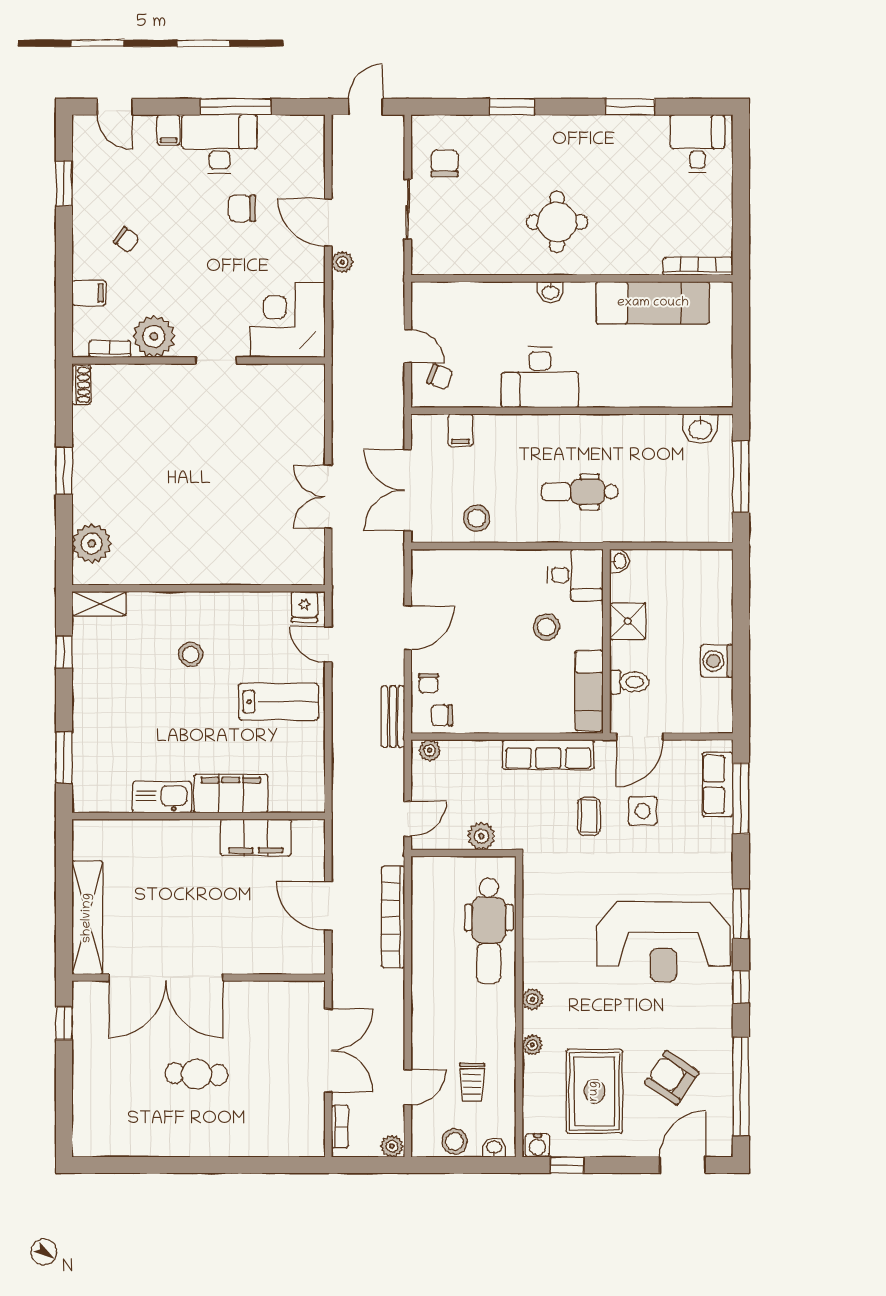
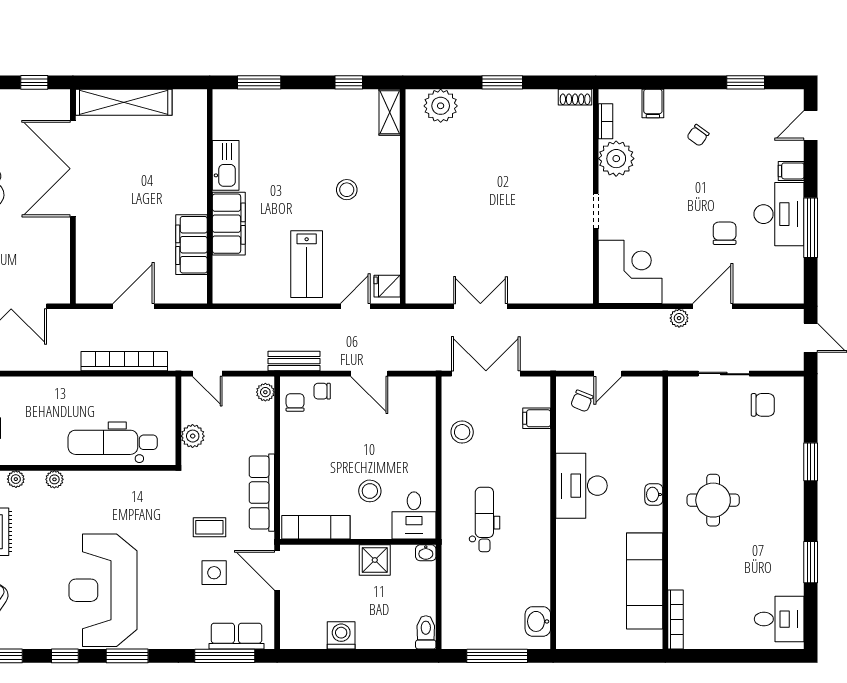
toilet: (629, 682) -> (426, 632), moved, turned 180

